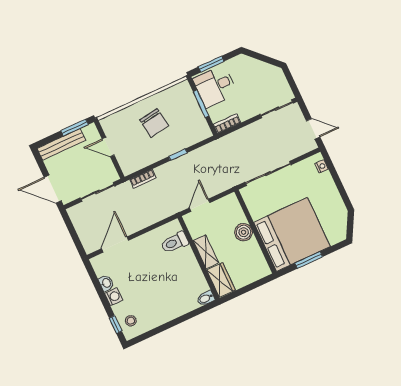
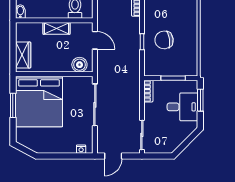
desk: (215, 86) -> (182, 107), moved, turned 90
chair: (154, 123) -> (164, 40), moved
boiler: (243, 232) -> (79, 65), moved
wardrobe: (221, 280) -> (23, 55), moved, turned -90

